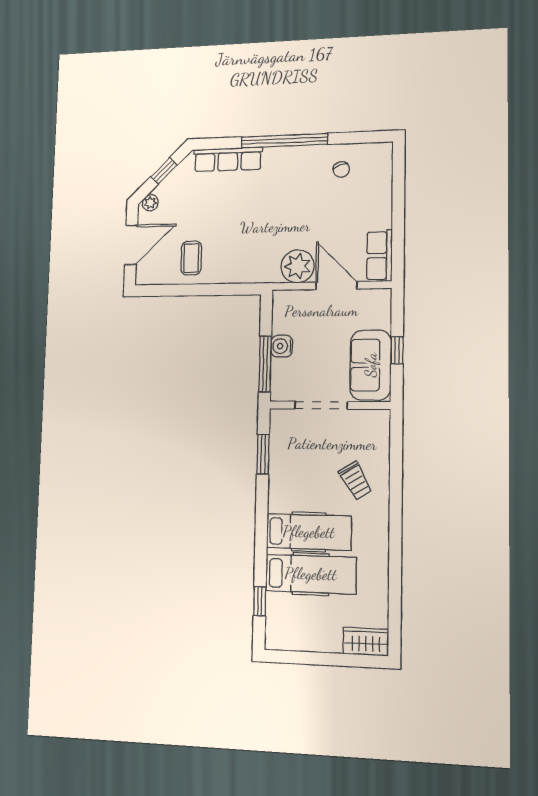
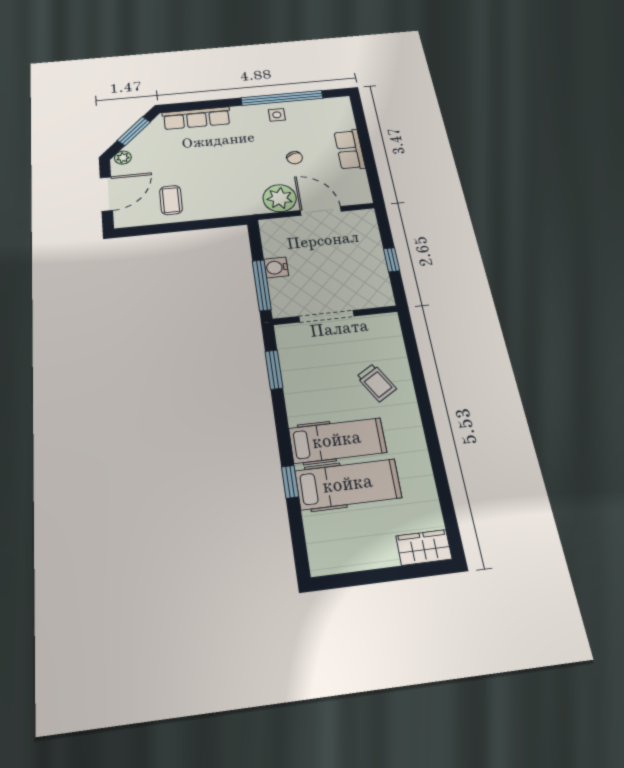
window: (284, 141) -> (282, 98), moved
side table: (311, 161) -> (277, 115), added
chair: (341, 169) -> (295, 158), moved
window: (164, 171) -> (134, 131), width x1.50
row of seats: (379, 256) -> (350, 150), moved
sofa: (371, 365) -> (369, 275), removed
window: (260, 601) -> (290, 482), moved

